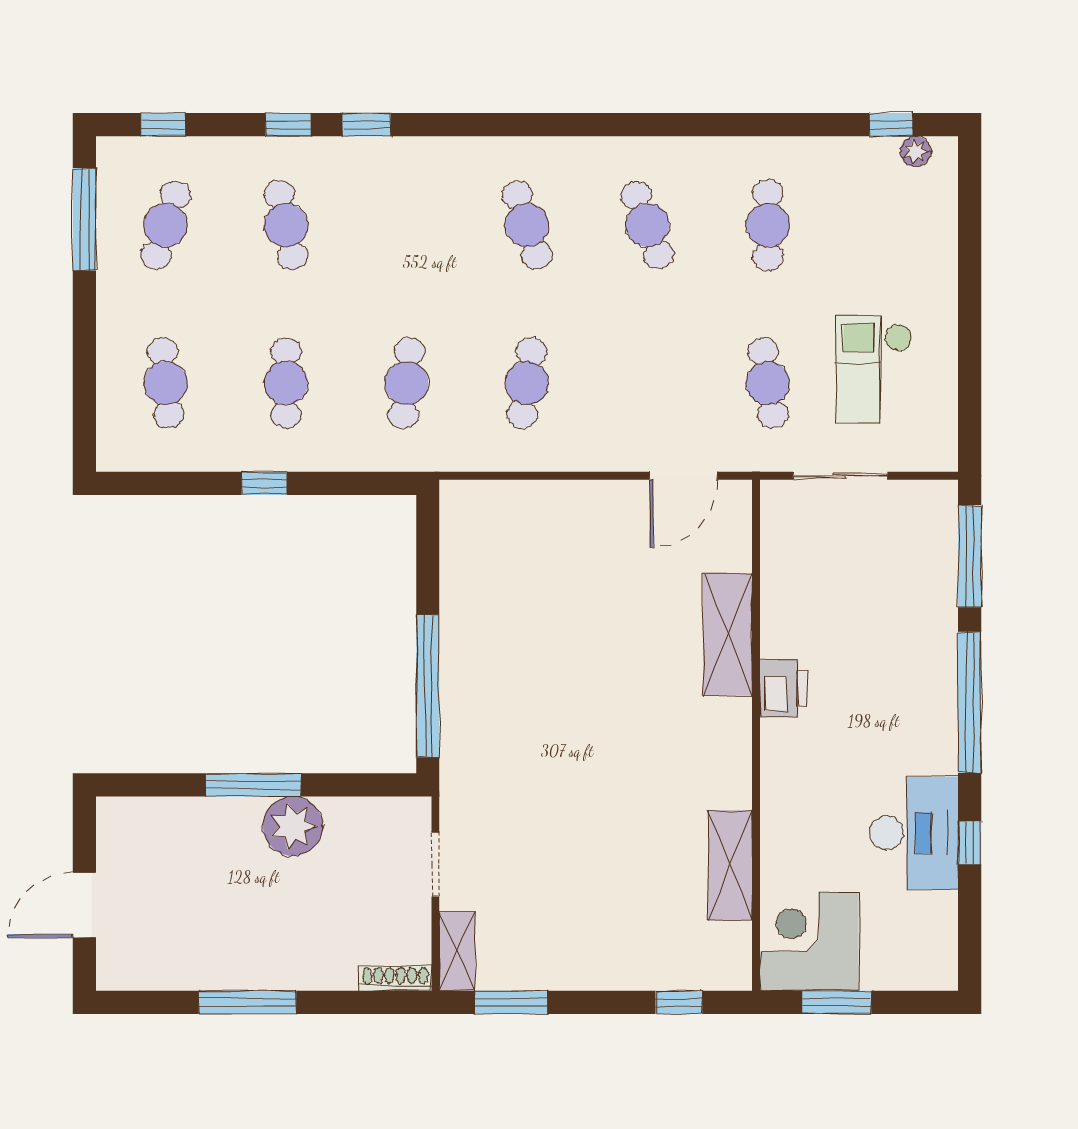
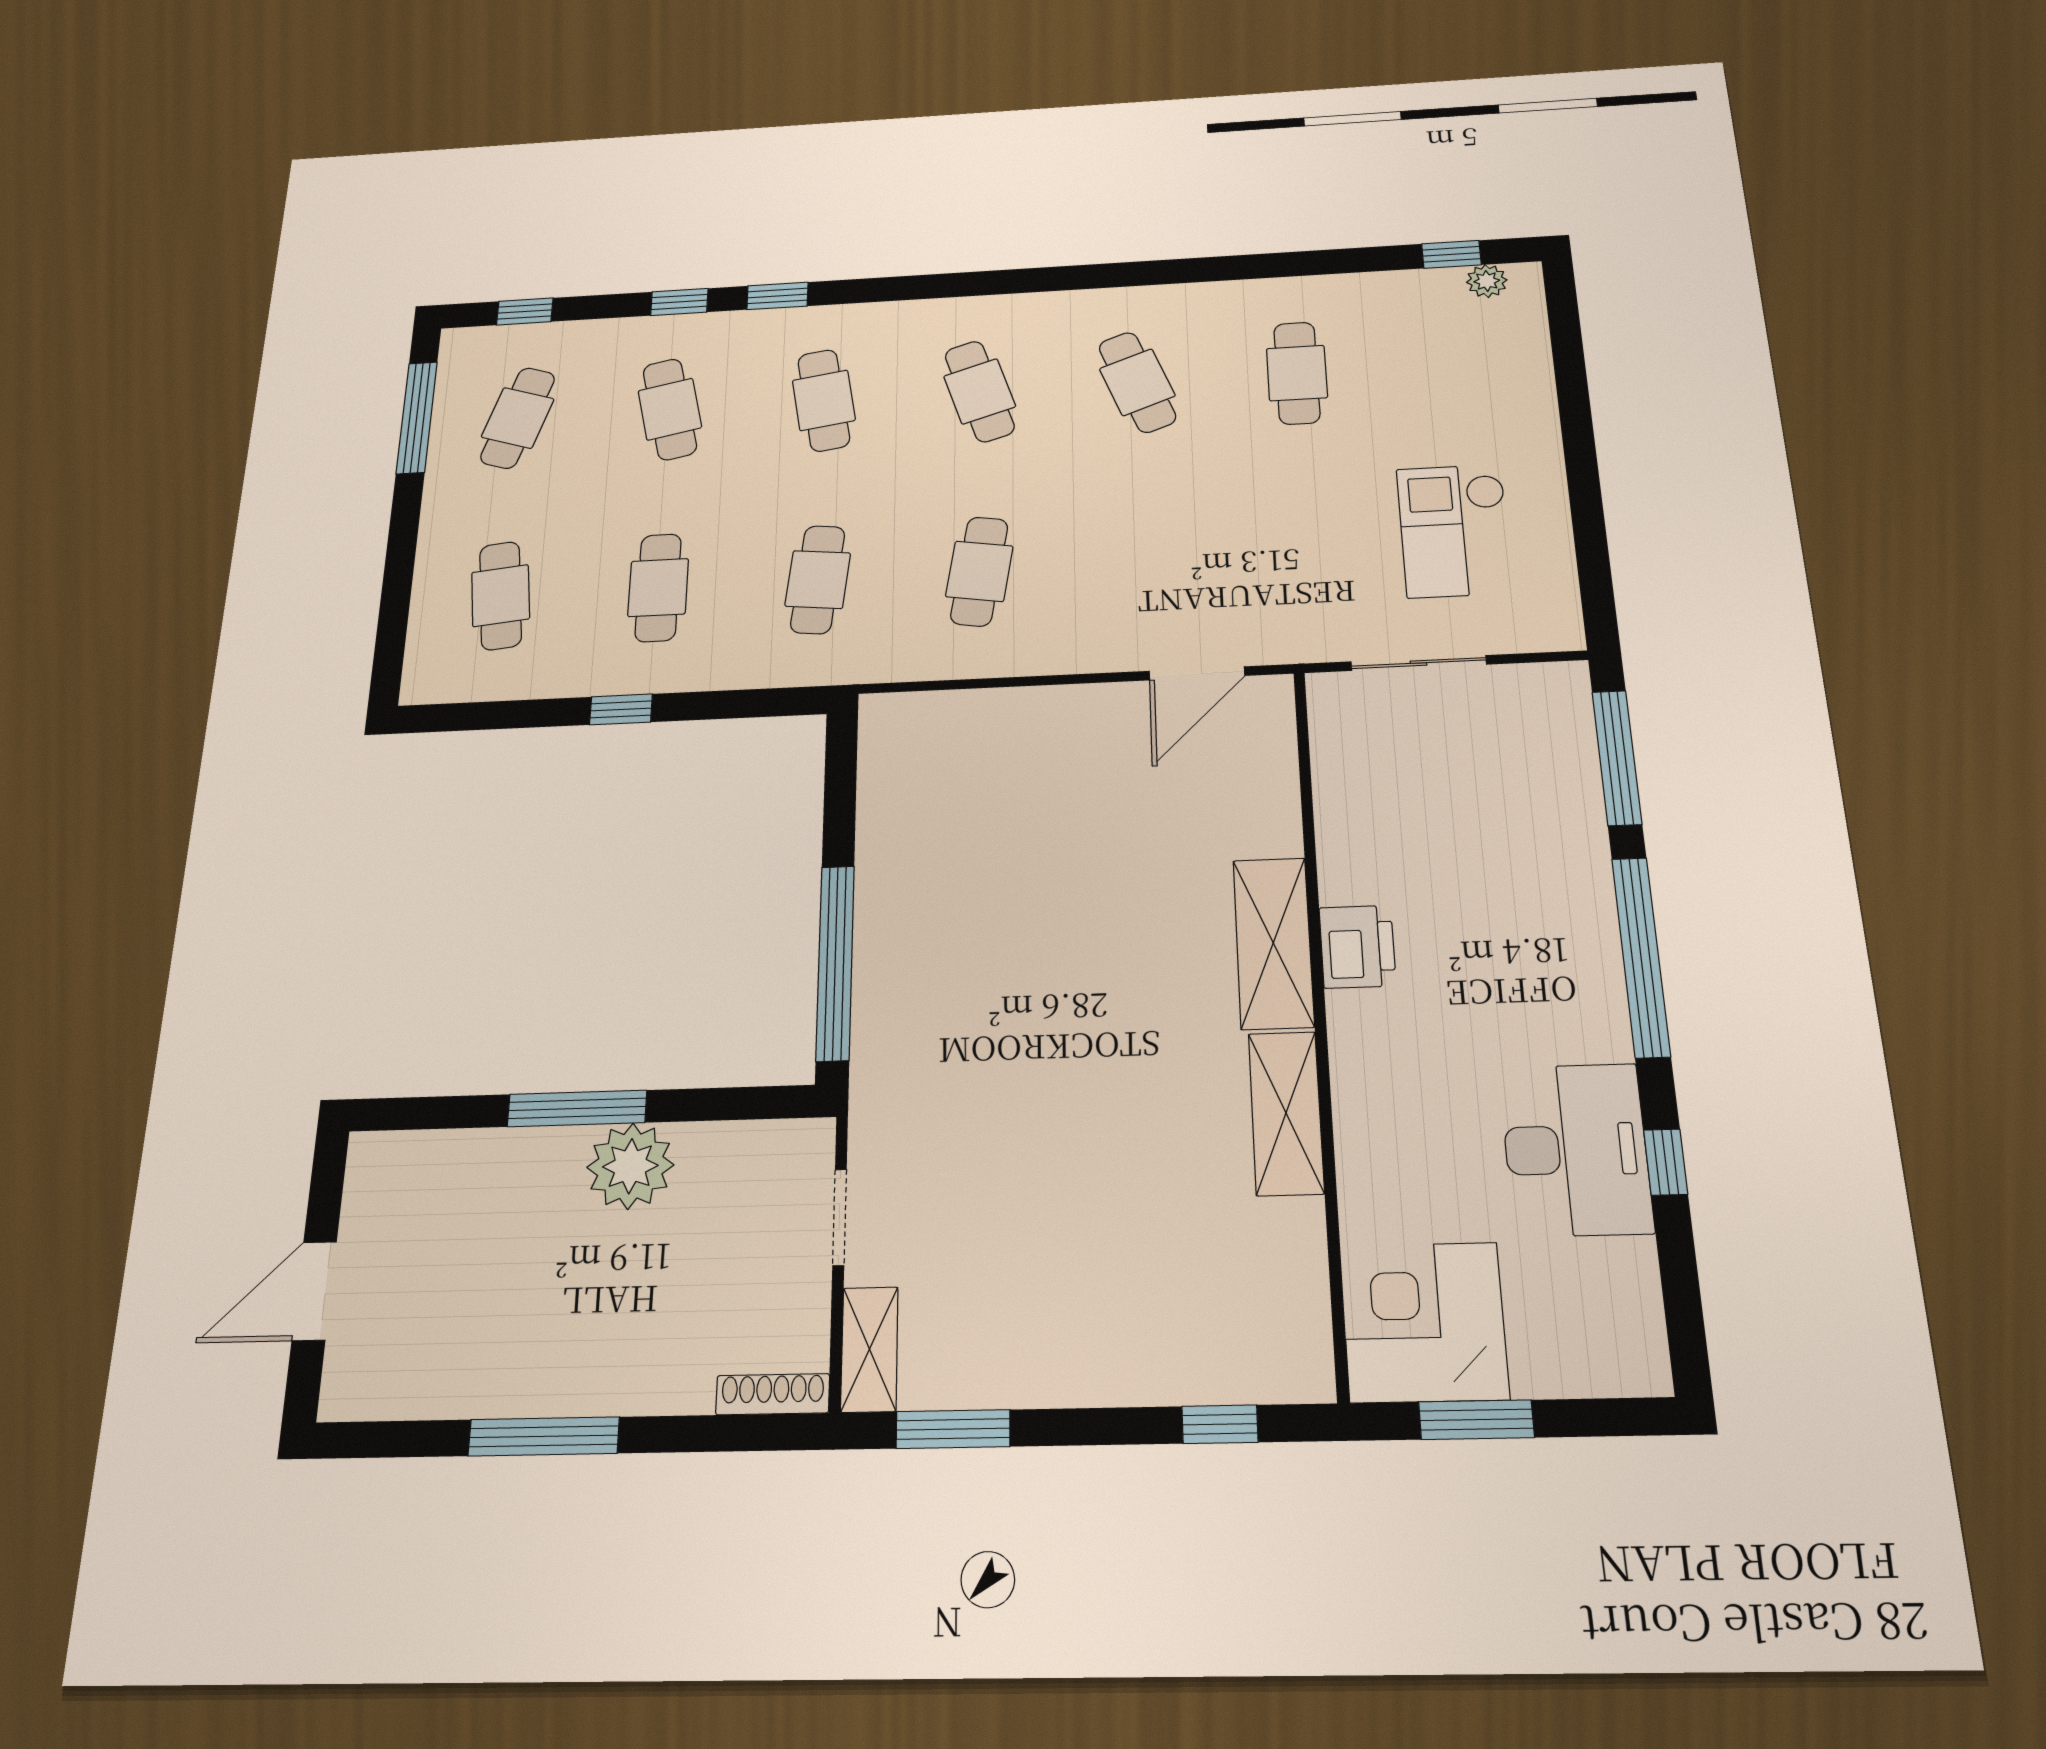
cafe table: (768, 383) -> (824, 400), moved
shelving: (728, 634) -> (1273, 943), moved
shelving: (730, 865) -> (1286, 1113), moved

